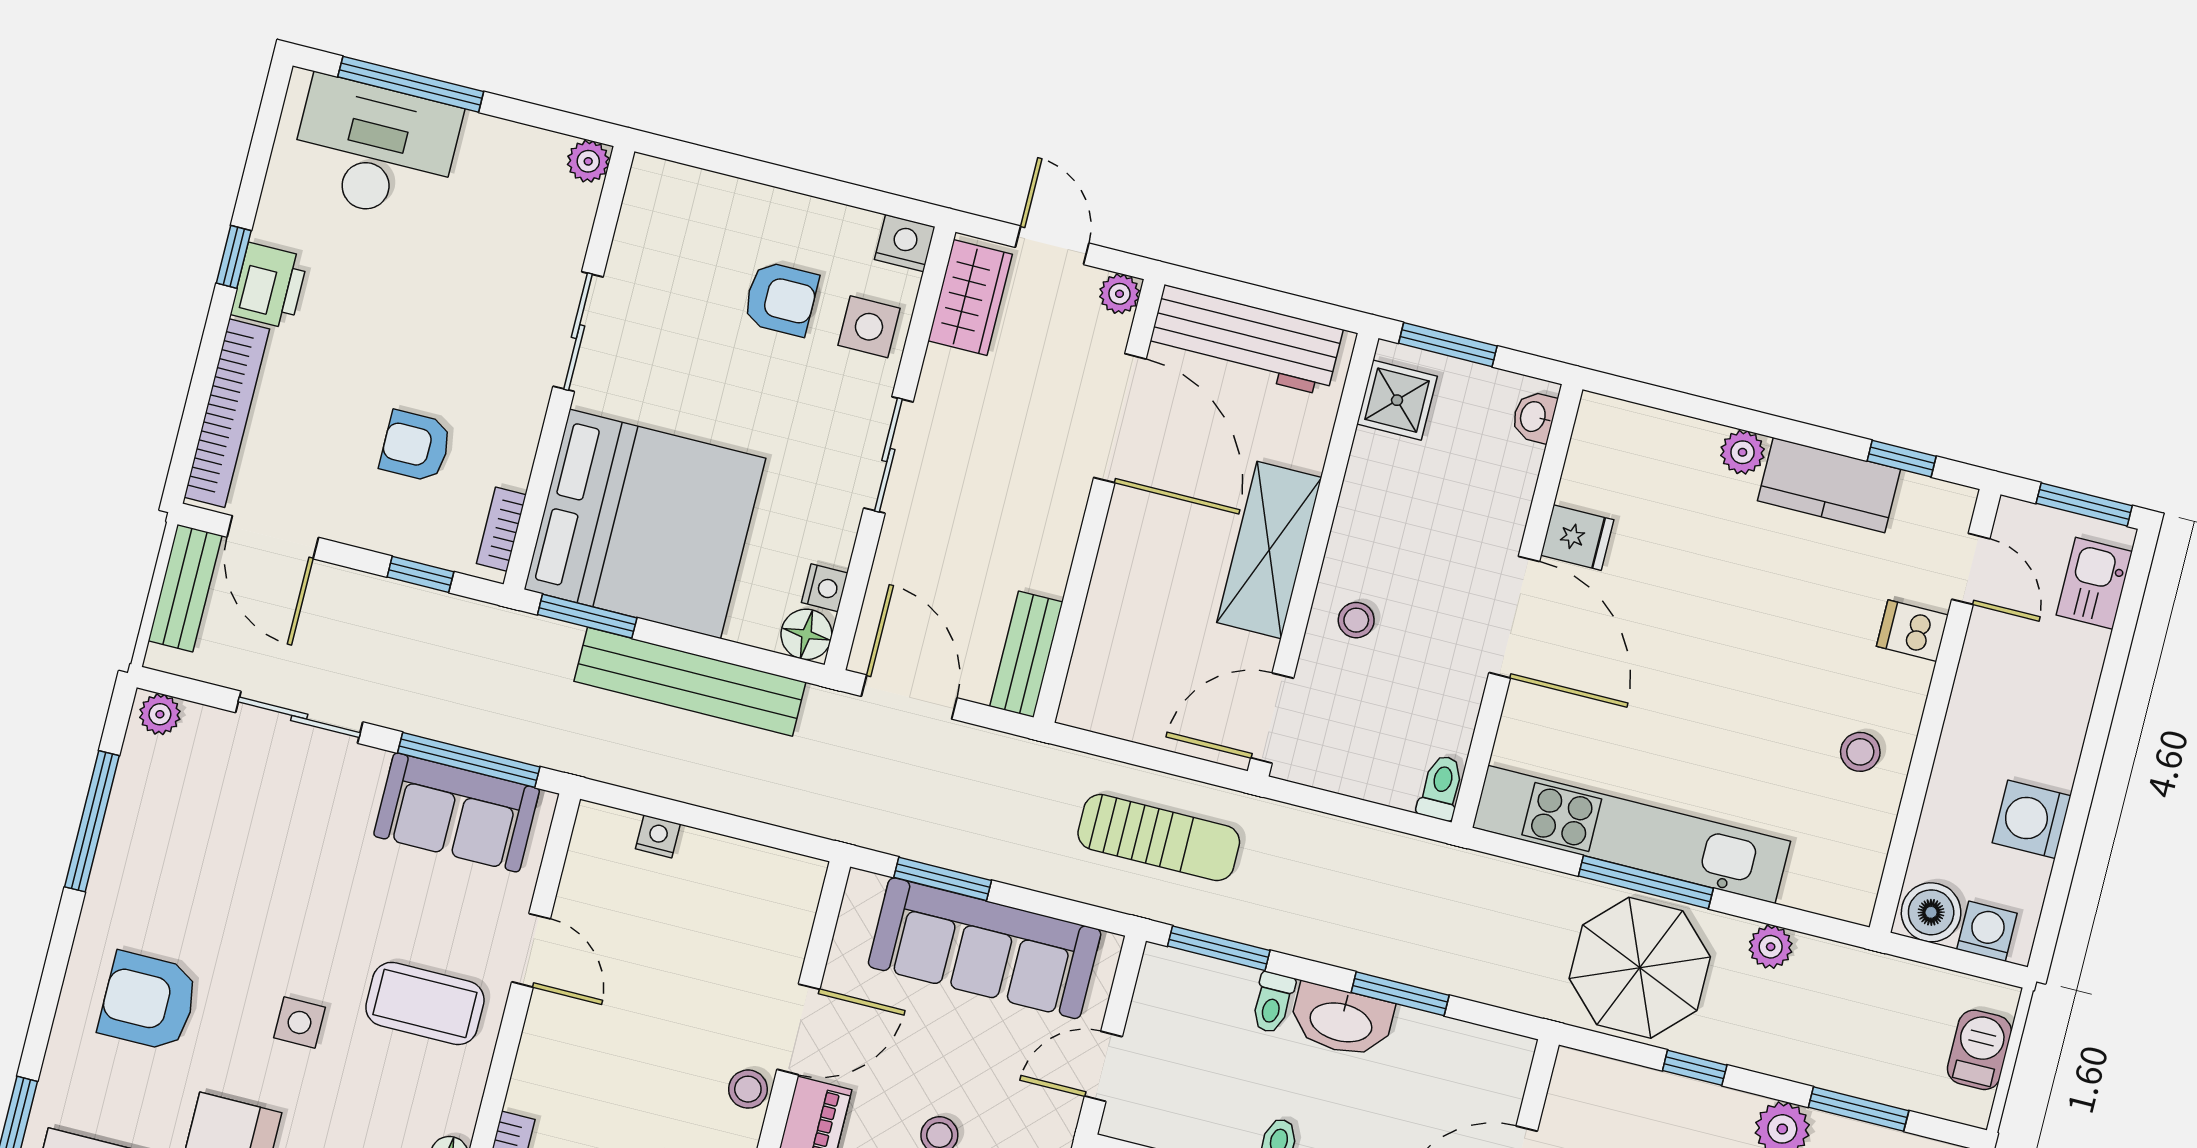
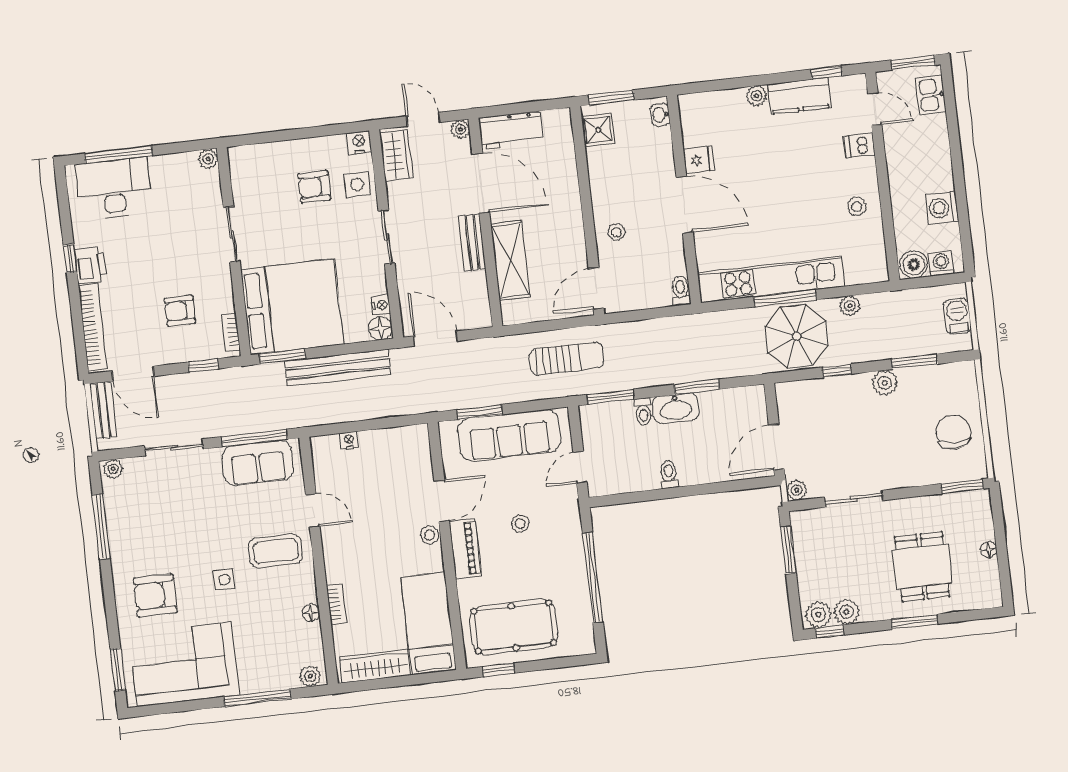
armchair: (781, 299) -> (314, 187), turned 180
workbench: (1245, 340) -> (511, 130), width x0.73
shelving: (1269, 550) -> (510, 261), moved
bench: (1026, 654) -> (472, 242), moved

